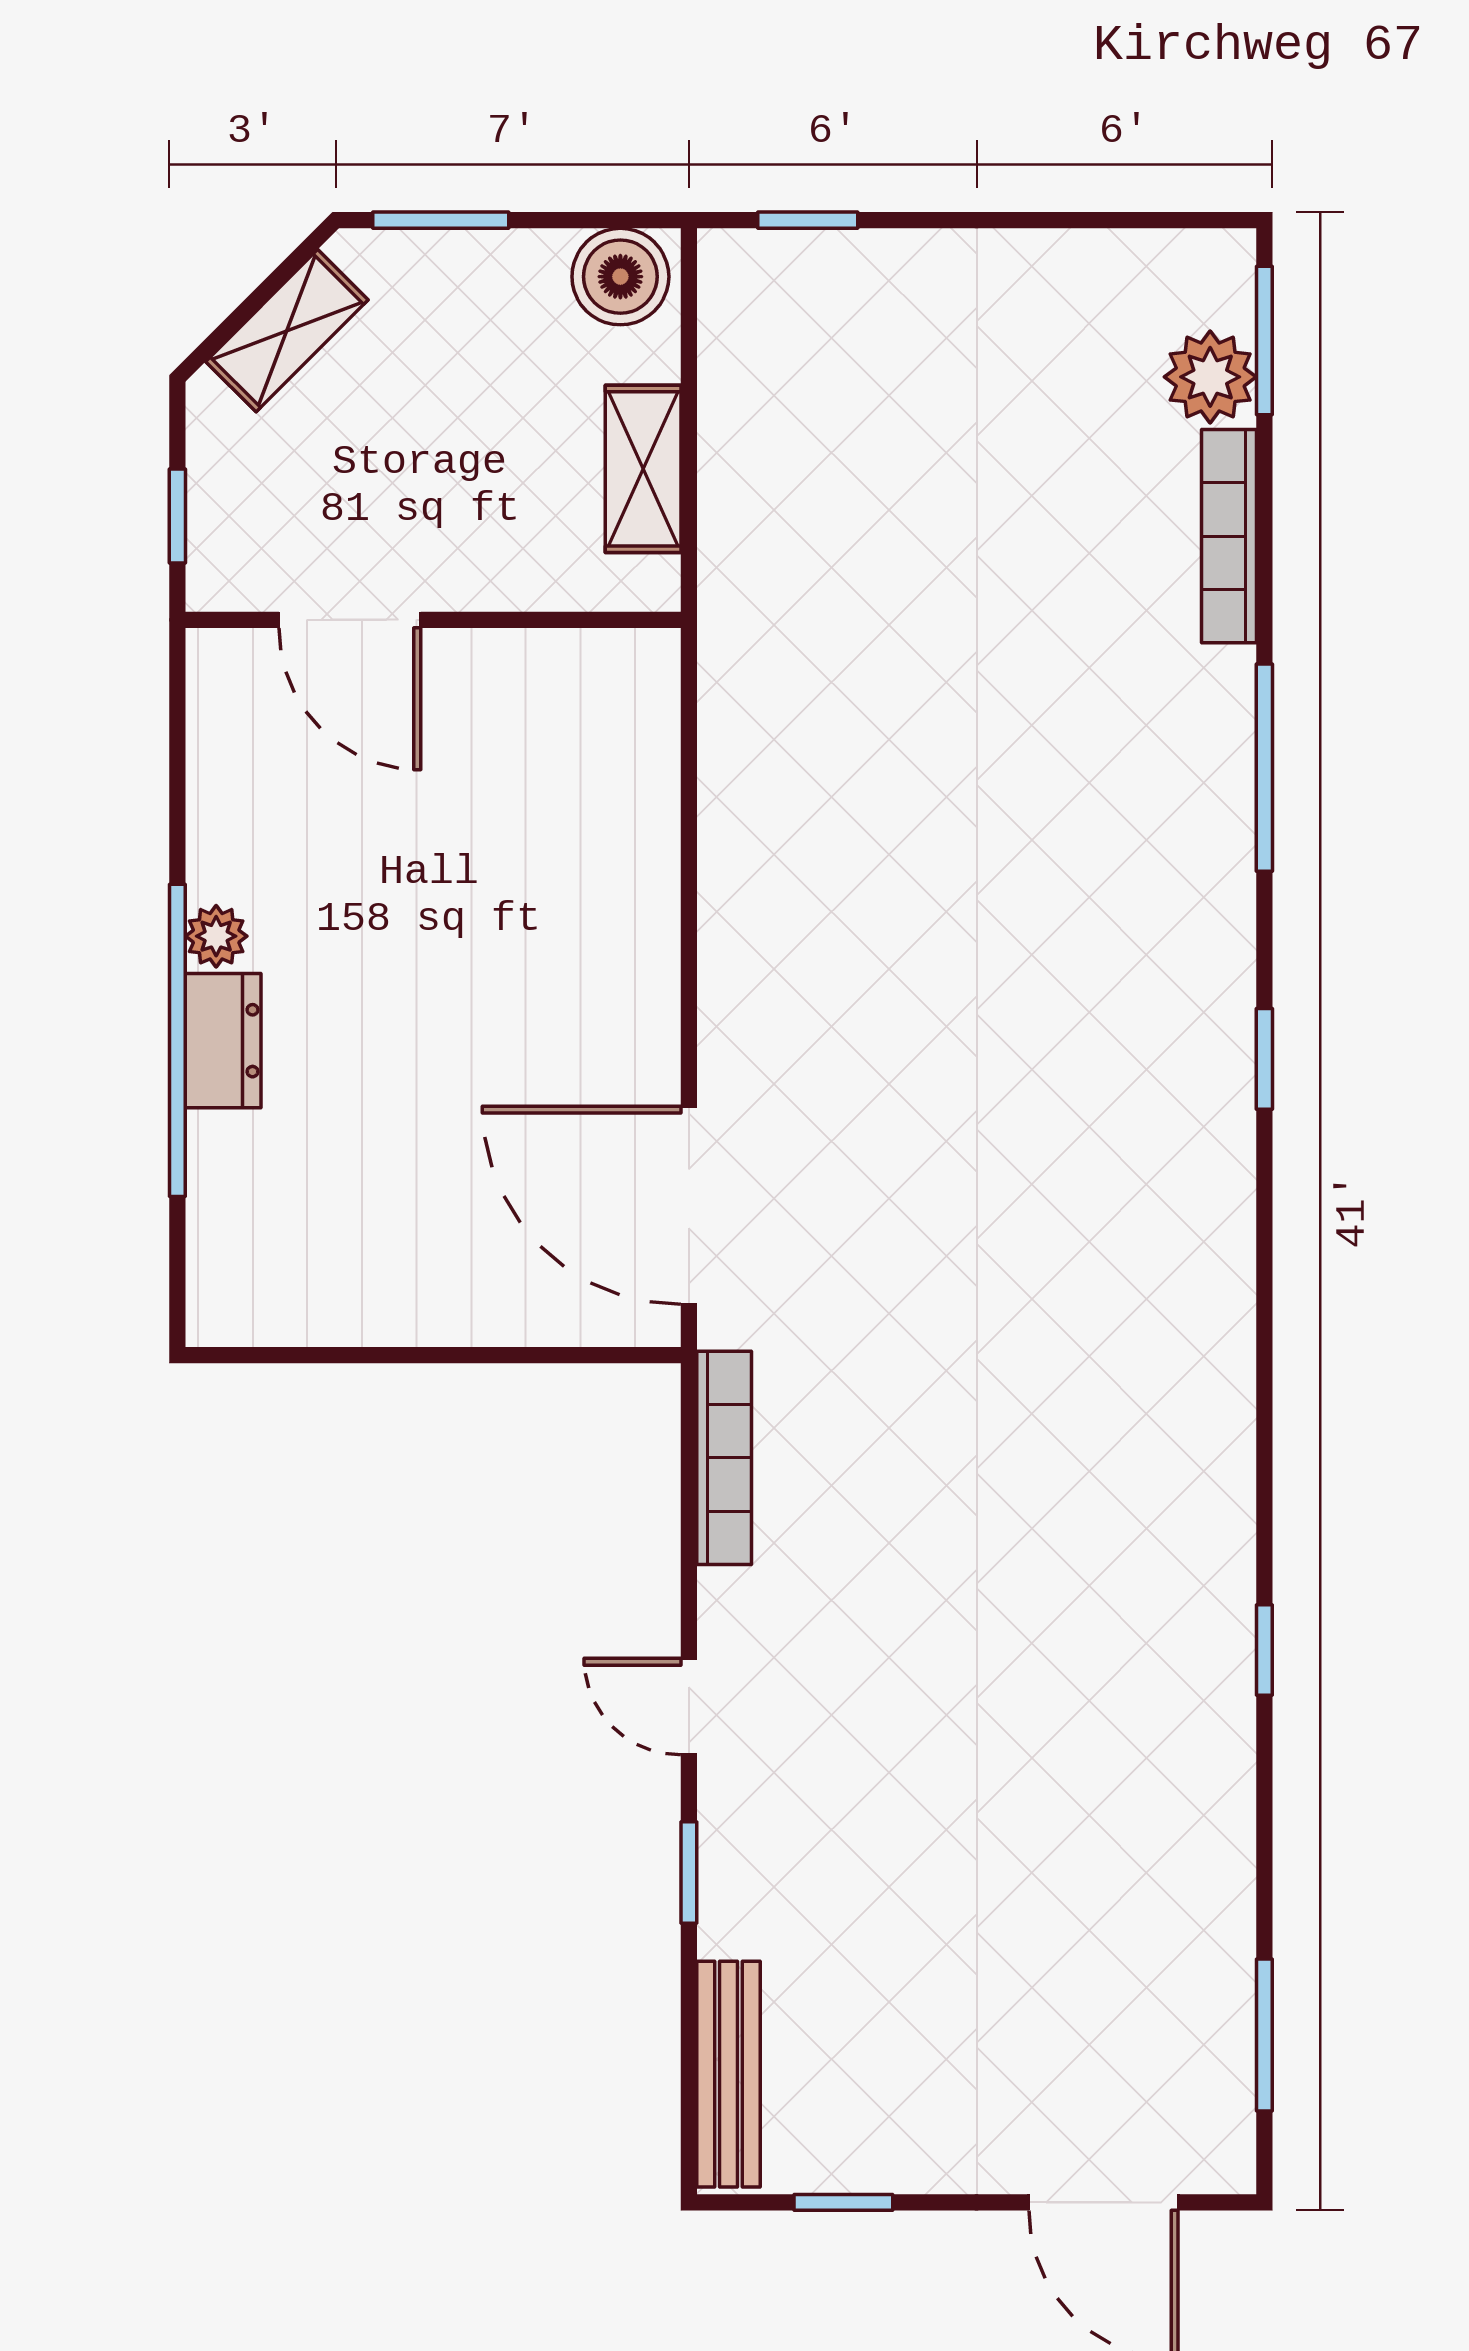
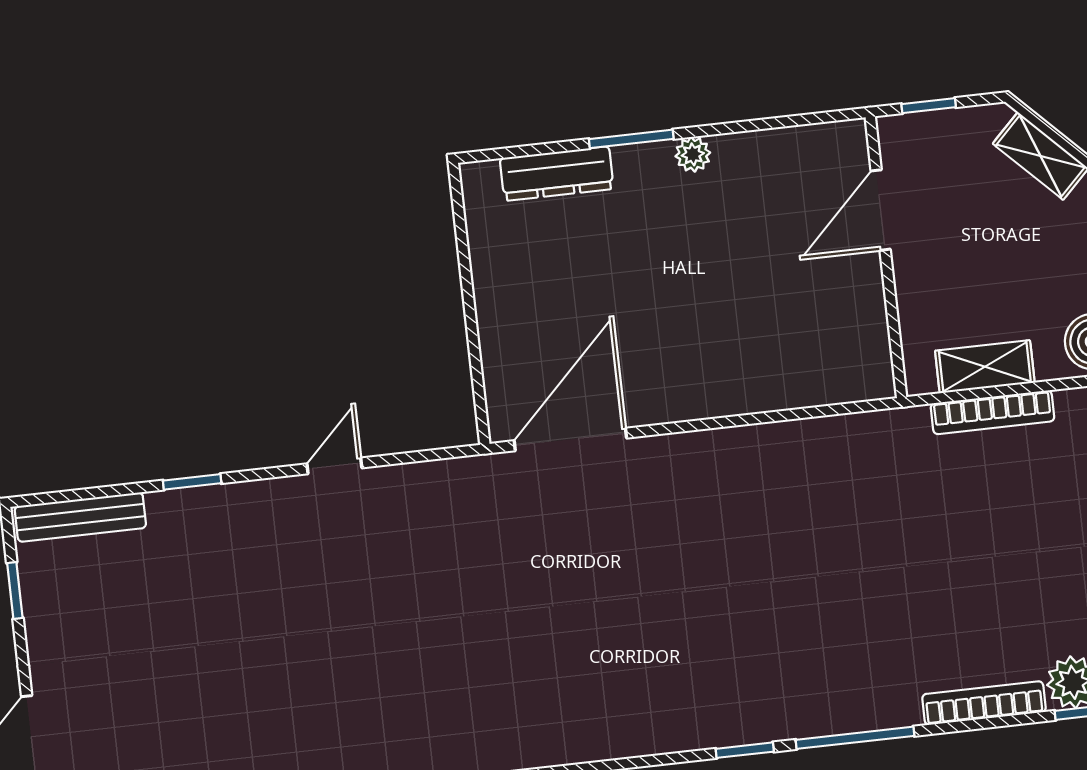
window: (177, 1040) -> (631, 139), width x0.47
dresser: (223, 1041) -> (557, 174), moved, width x1.44
window: (1264, 1059) -> (745, 750), moved
bookcase: (724, 1458) -> (992, 412), moved
door: (689, 1707) -> (334, 466), moved

